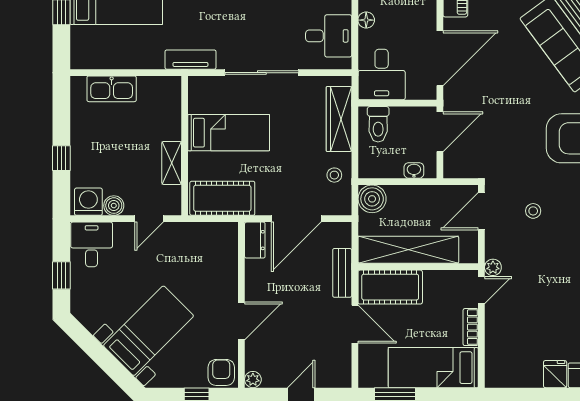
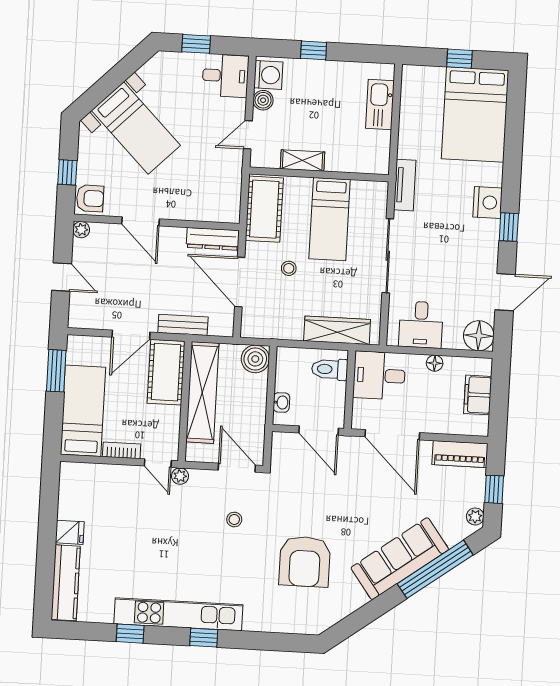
stool: (334, 175) -> (289, 268), moved
door: (149, 219) -> (248, 135), hinge flipped
dresser: (255, 240) -> (213, 239), width x1.44

